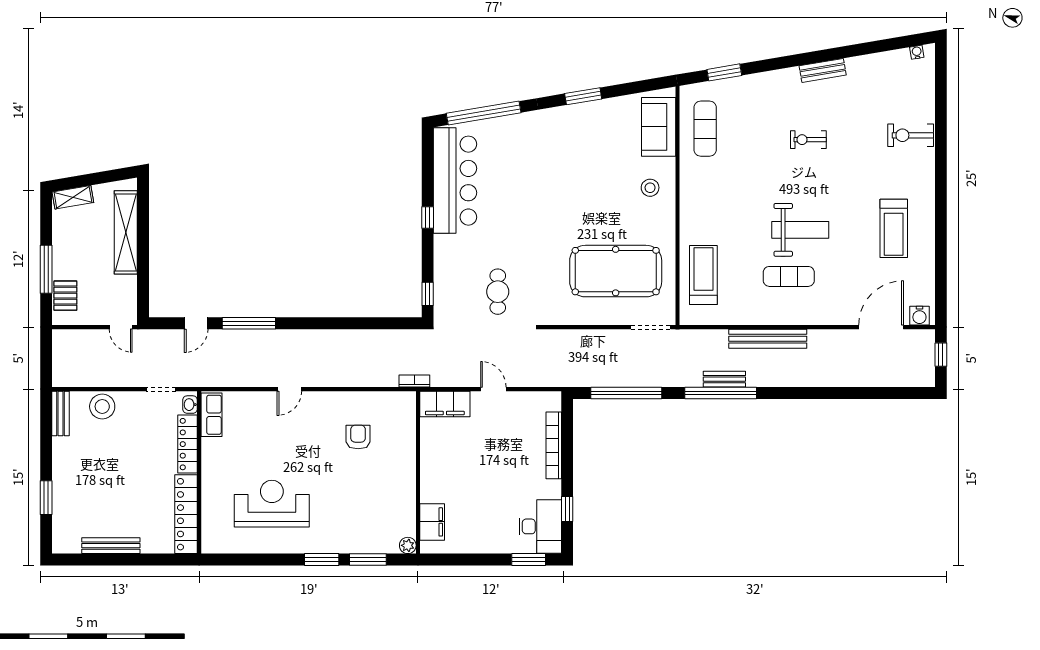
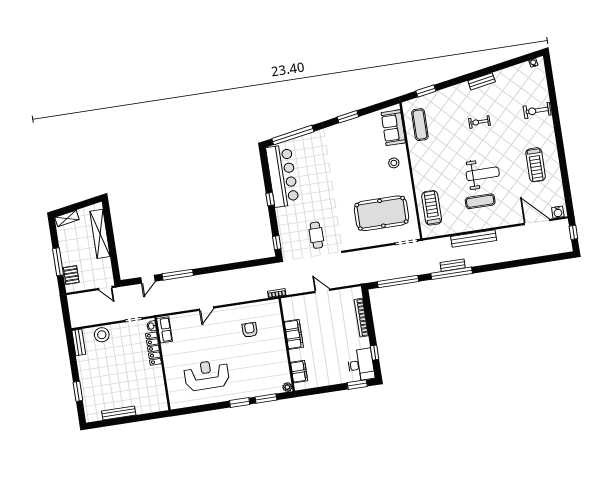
door: (881, 327) -> (537, 222), hinge flipped
filing cabinet: (445, 404) -> (294, 334), moved, turned -90
locker: (186, 514) -> (159, 389), removed

